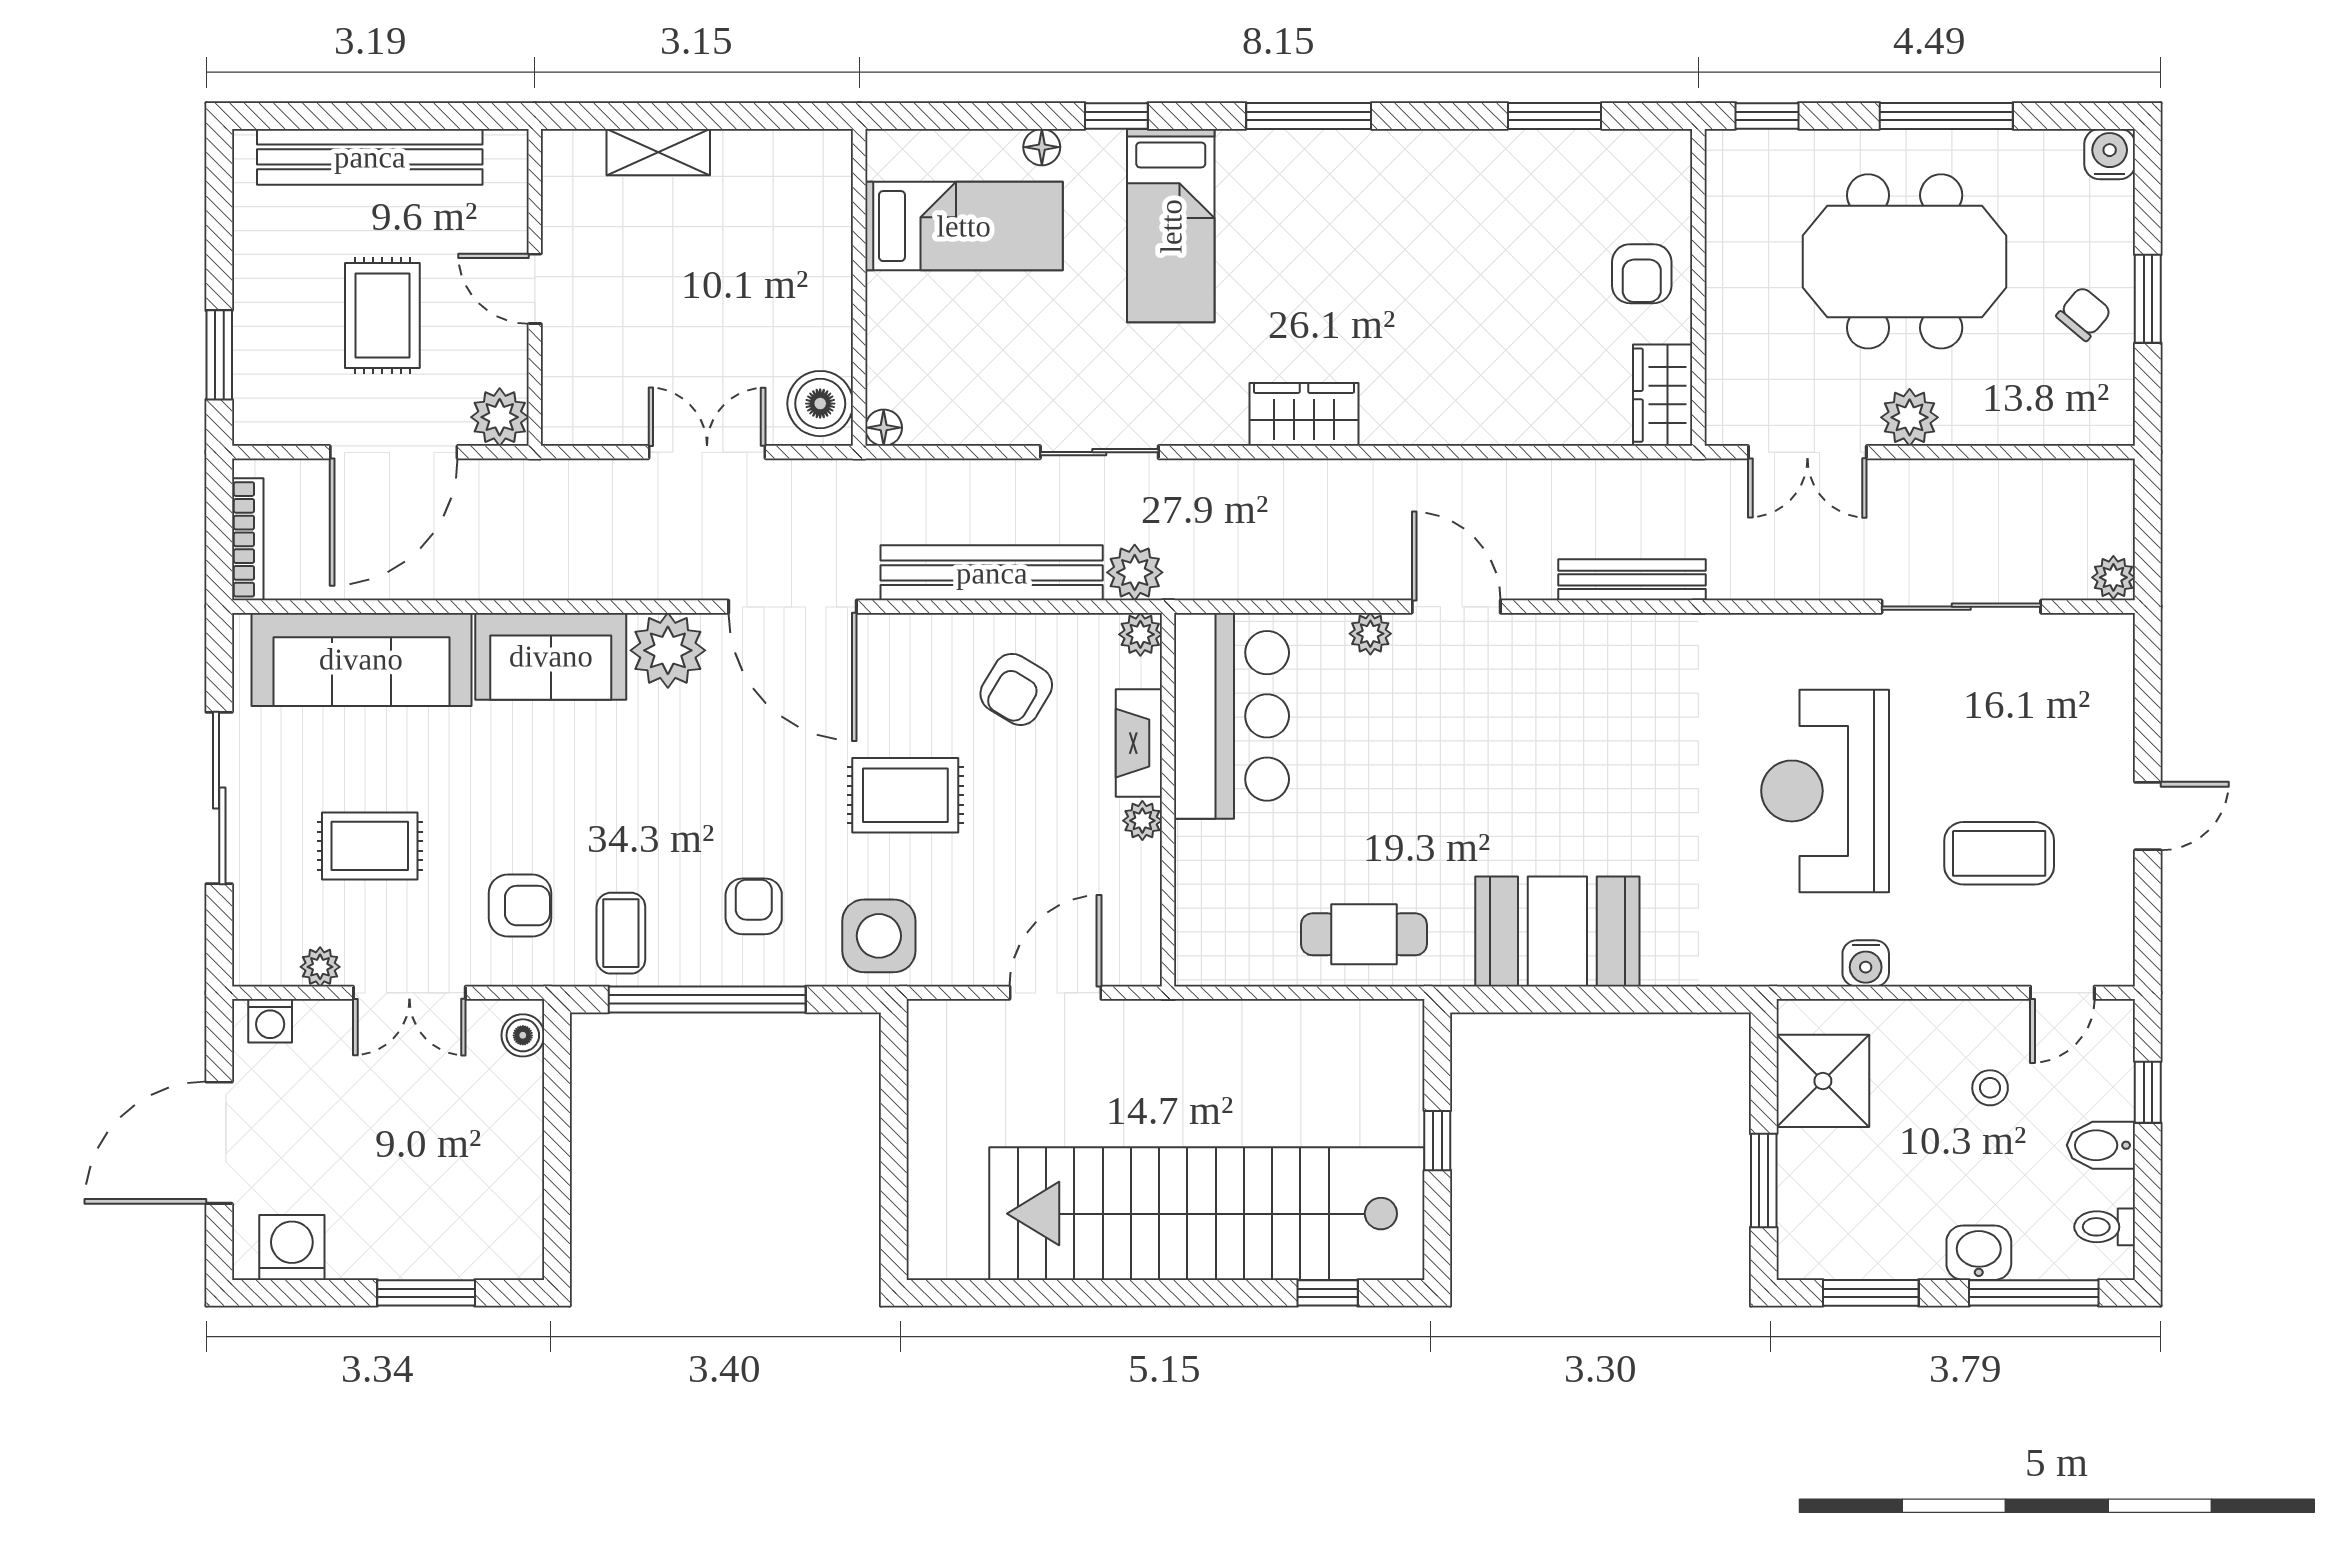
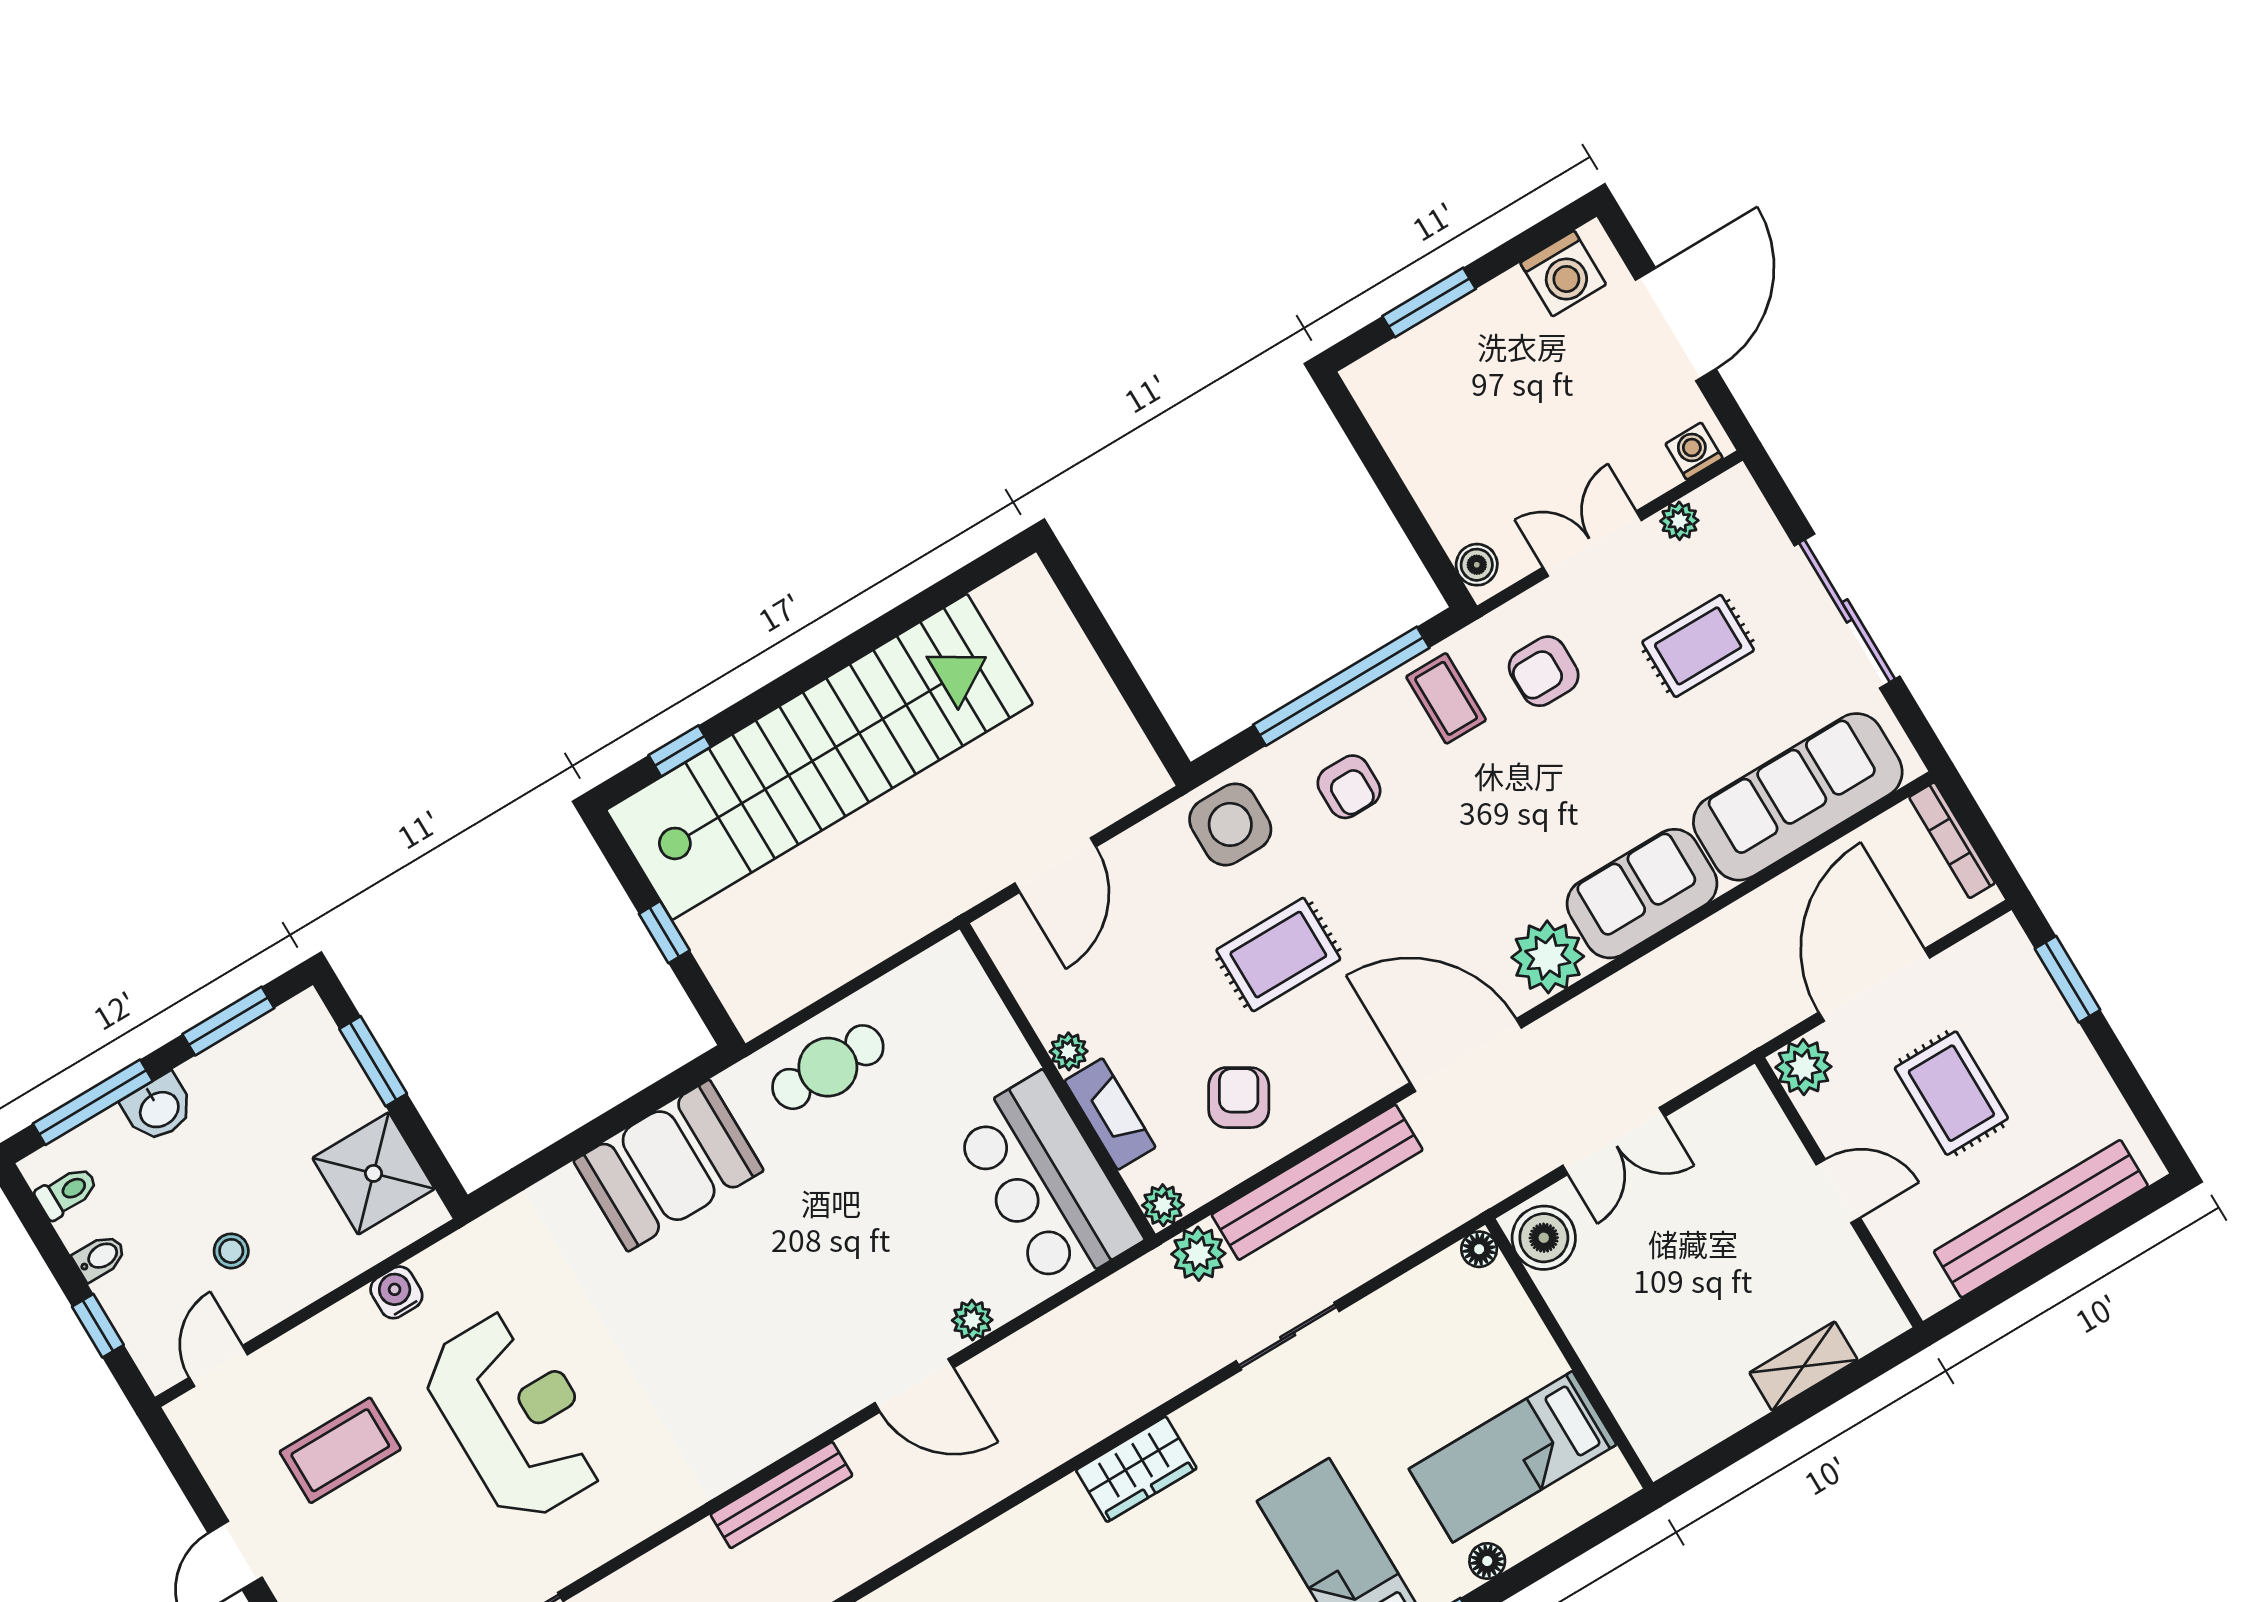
bidet: (2101, 1145) -> (100, 1257), width x0.72, depth x0.74

